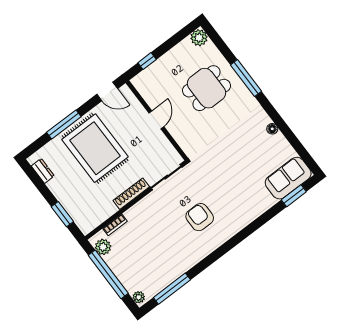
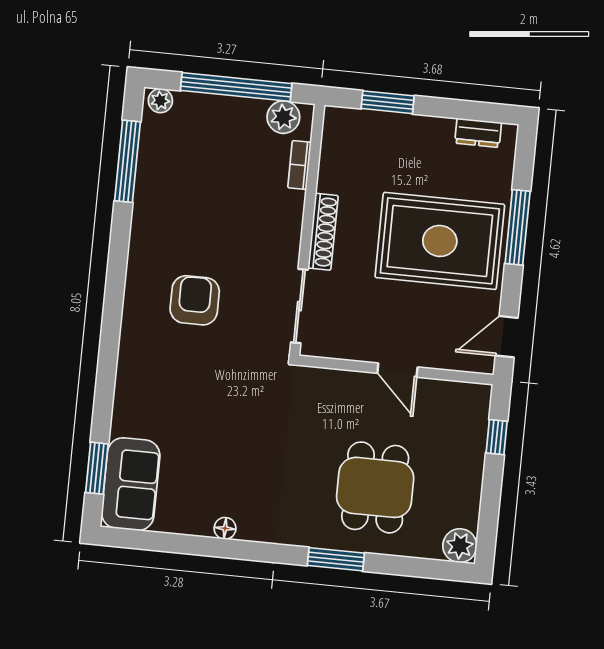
window: (246, 78) -> (336, 559), width x0.69
armchair: (200, 217) -> (195, 300), turned -90

